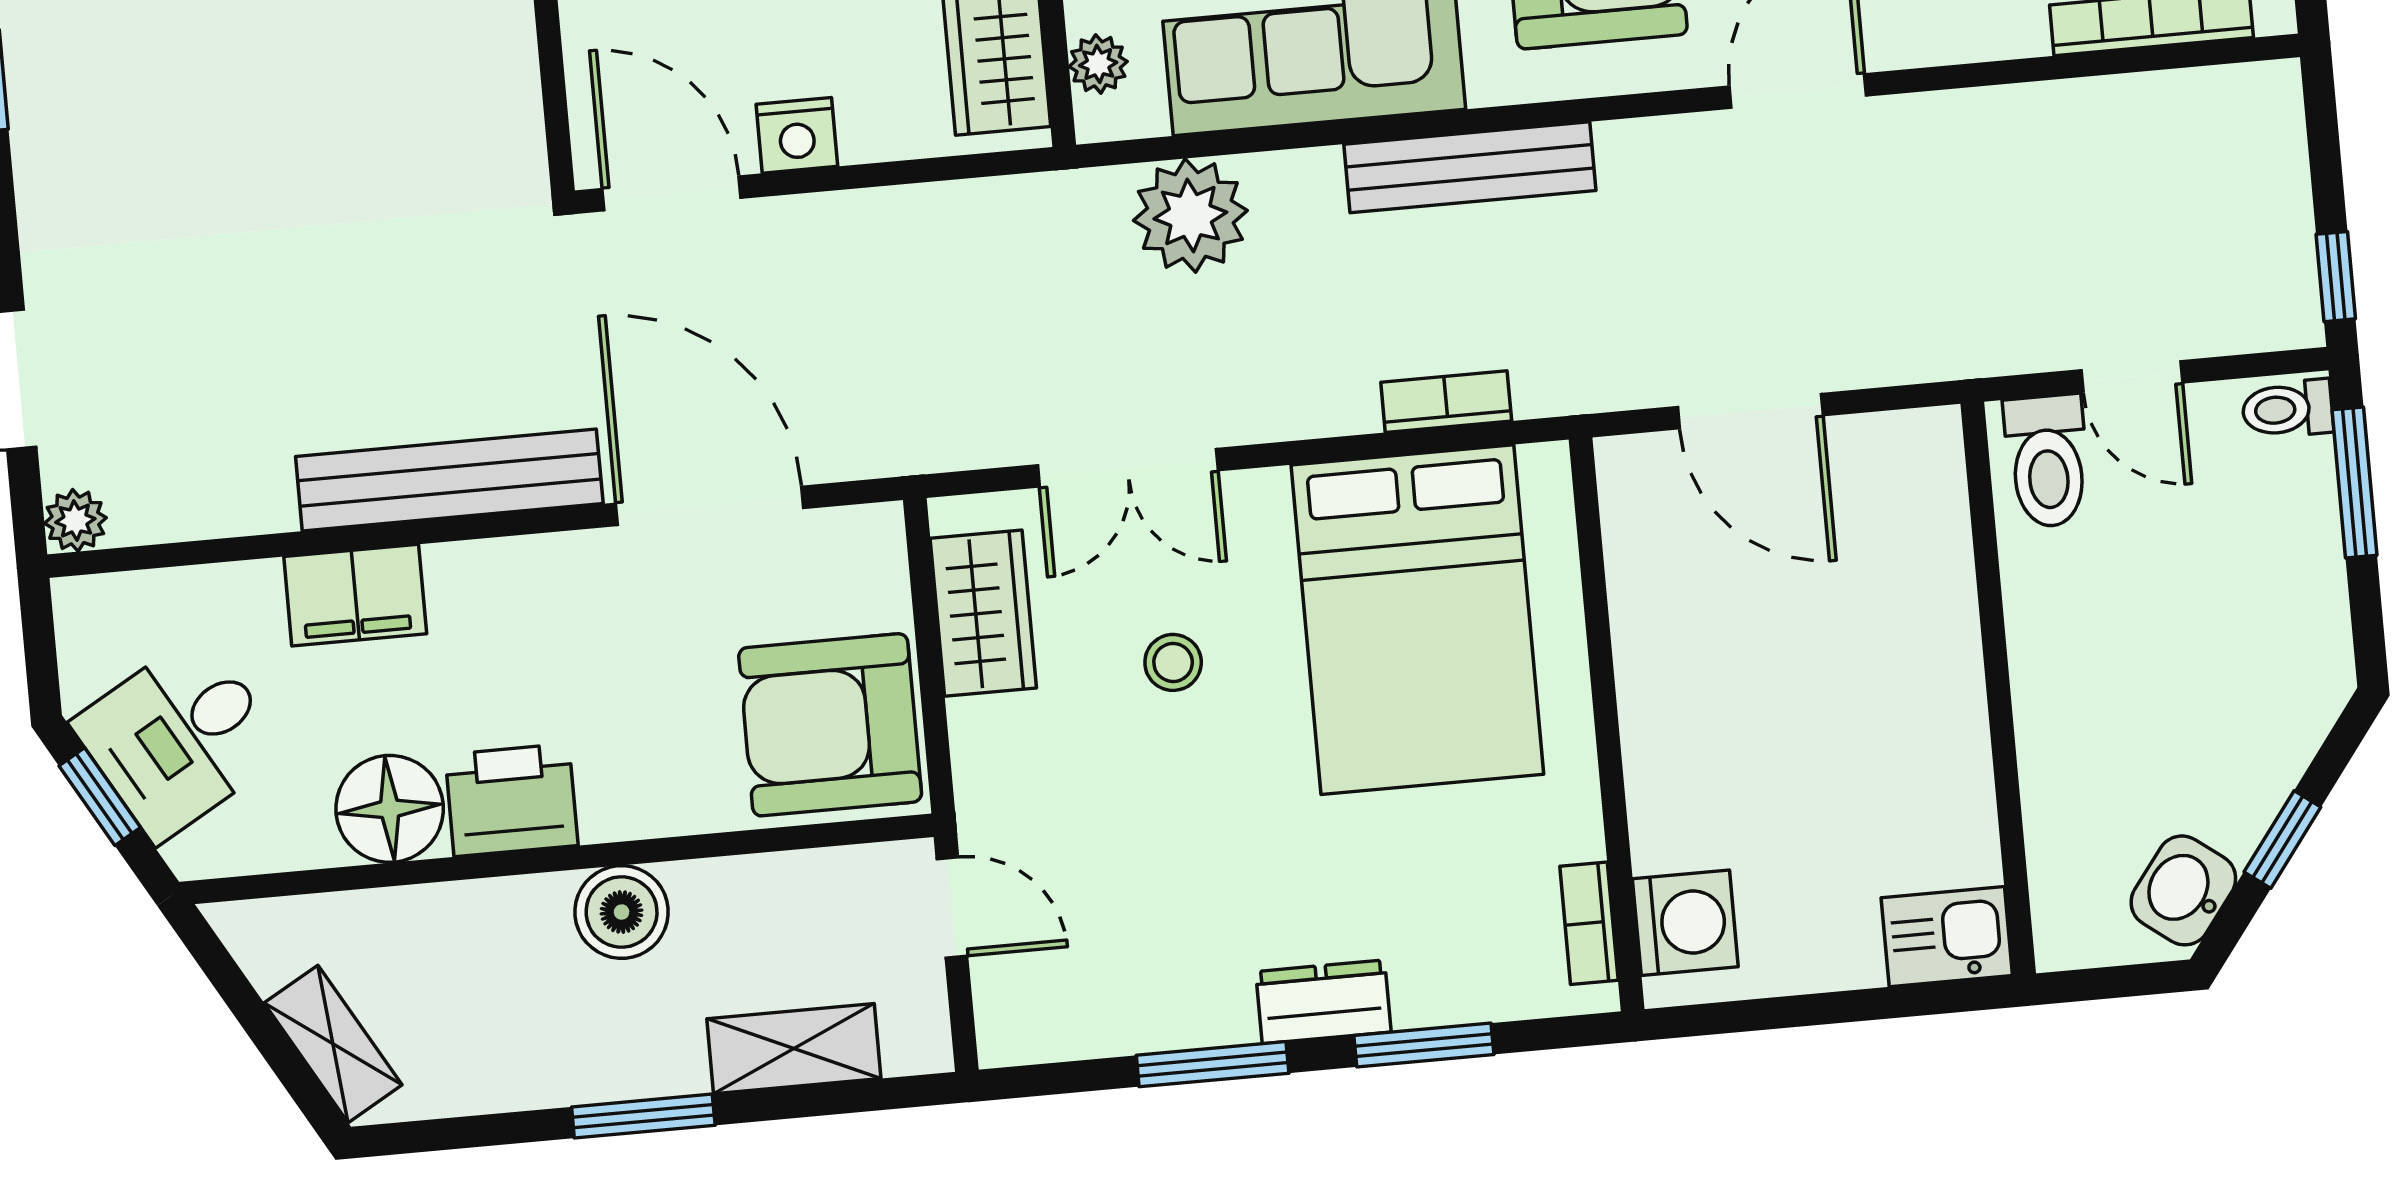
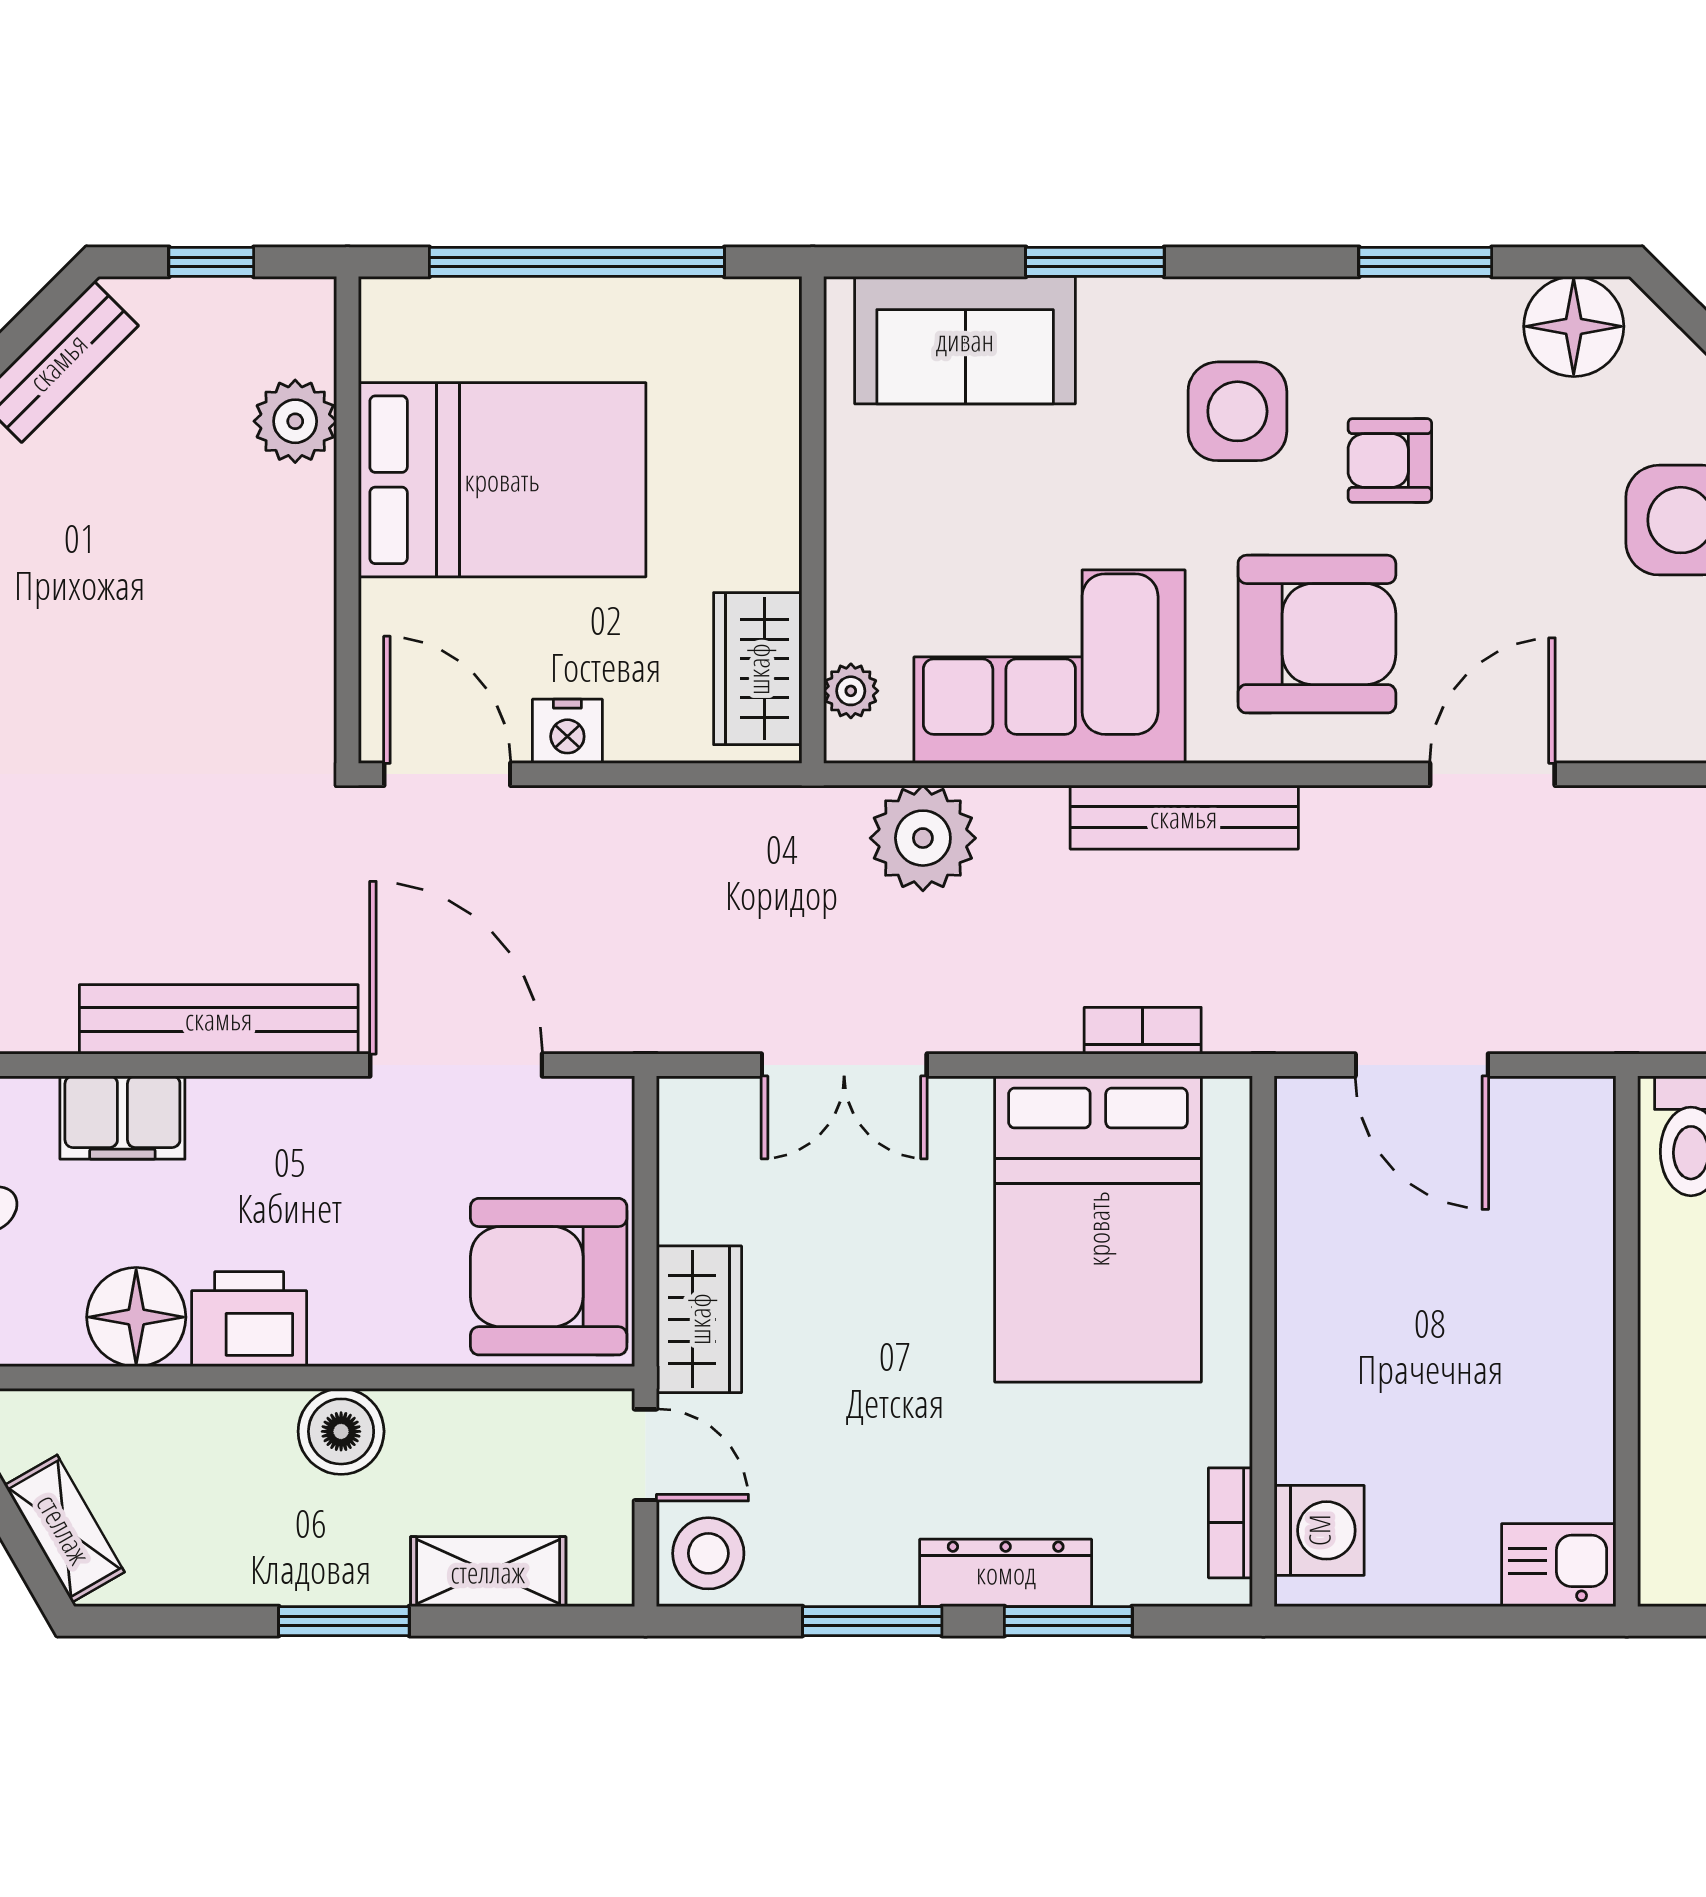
wardrobe: (983, 613) -> (699, 1319), moved
stool: (1173, 662) -> (708, 1553), moved, width x1.37, depth x1.37
dresser: (1323, 1002) -> (1006, 1573), width x1.44

